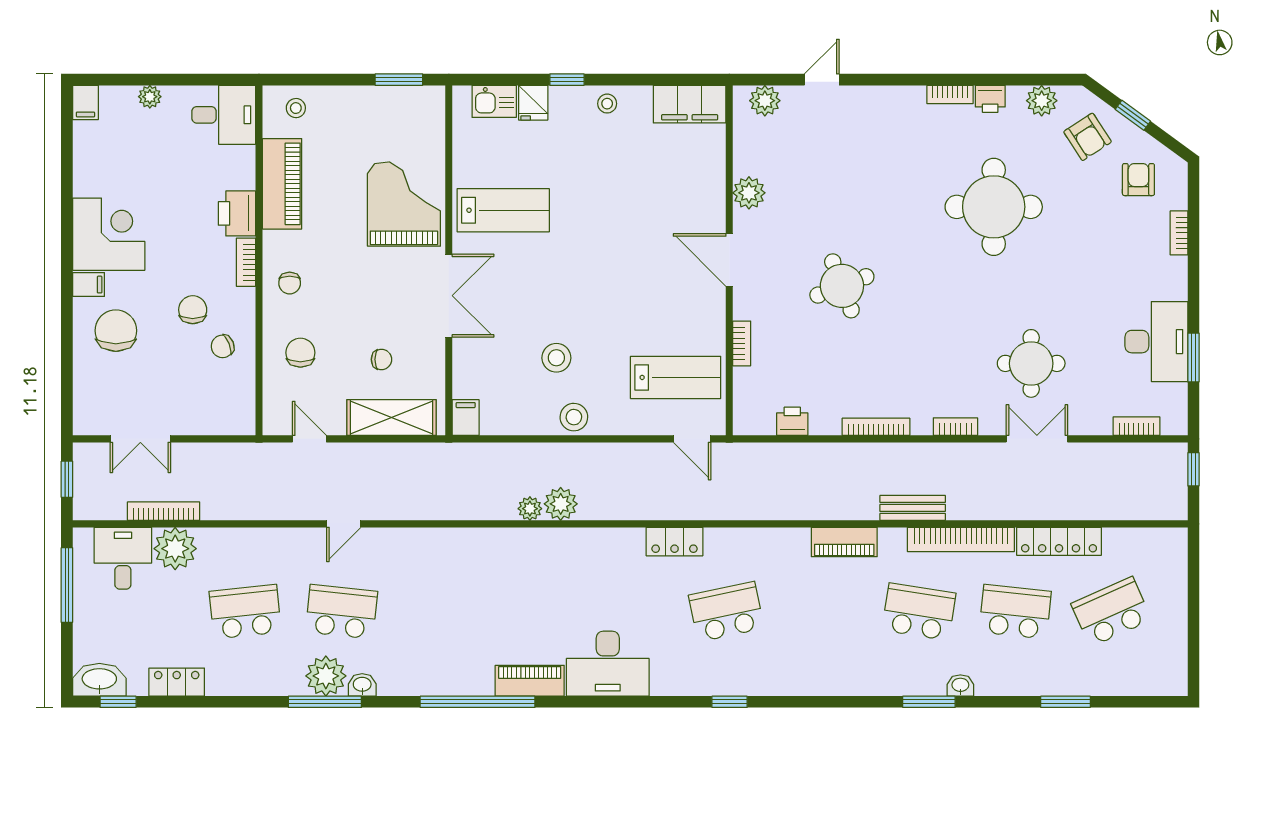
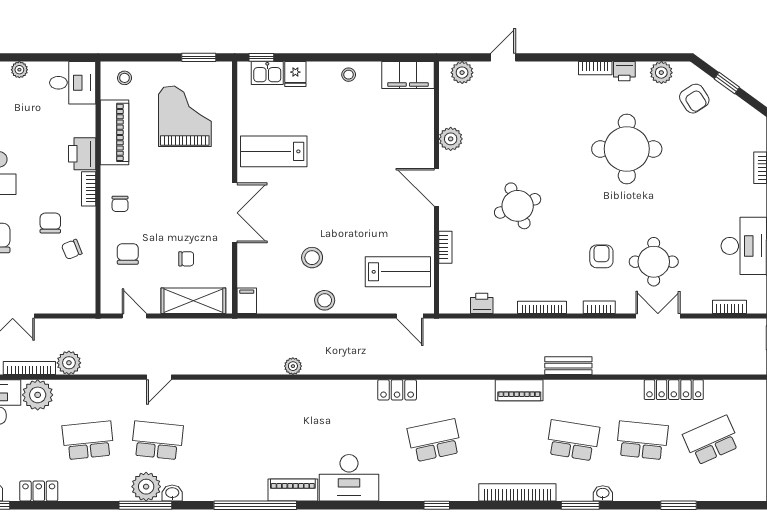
window: (567, 80) -> (261, 57), moved
armchair: (1138, 180) -> (601, 256), moved
grand piano: (404, 204) -> (185, 116), moved
lab bench: (503, 210) -> (274, 151), turned 180
plant: (561, 504) -> (69, 363), moved
bookcase: (961, 539) -> (517, 492), moved, turned 180

